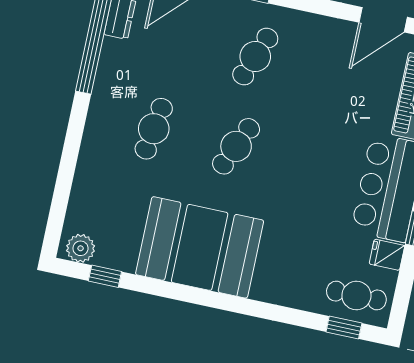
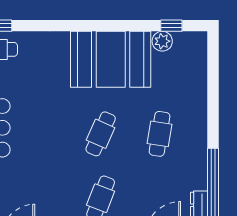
plant: (81, 248) -> (162, 41), moved

